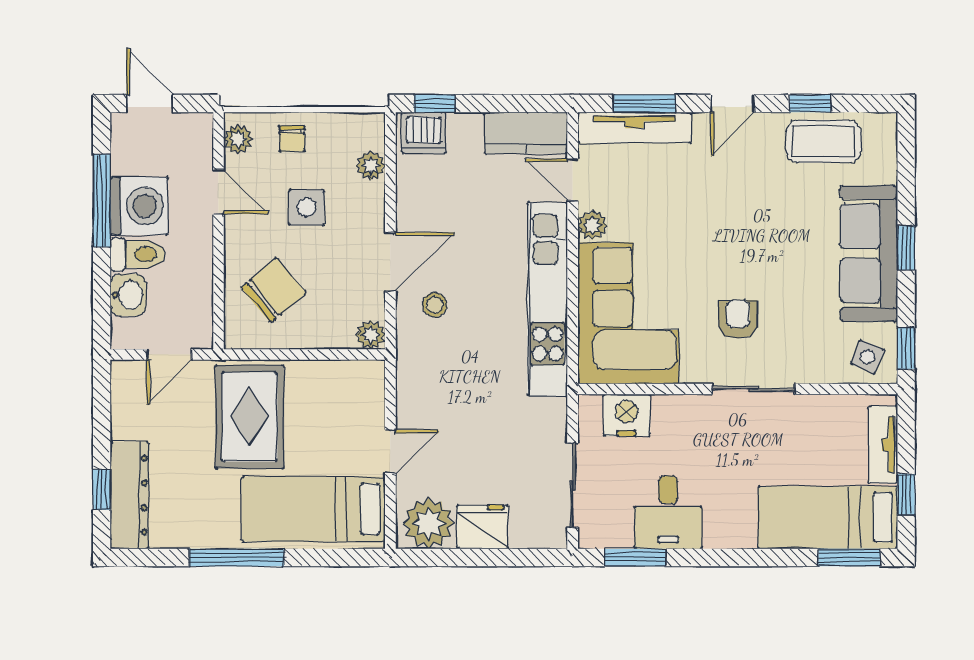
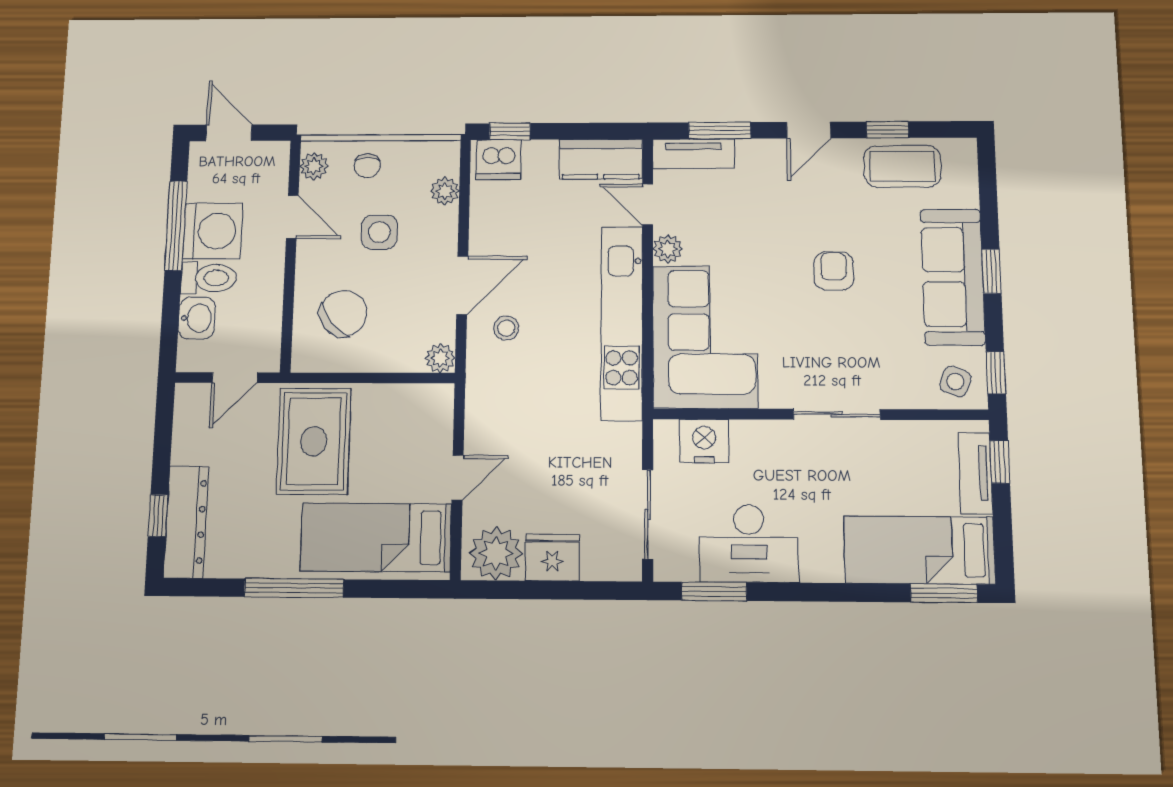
tv unit: (634, 128) -> (693, 154), width x0.71
armchair: (738, 319) -> (834, 271), moved
window: (906, 494) -> (1000, 462), moved
desk: (668, 512) -> (749, 543), width x1.37

